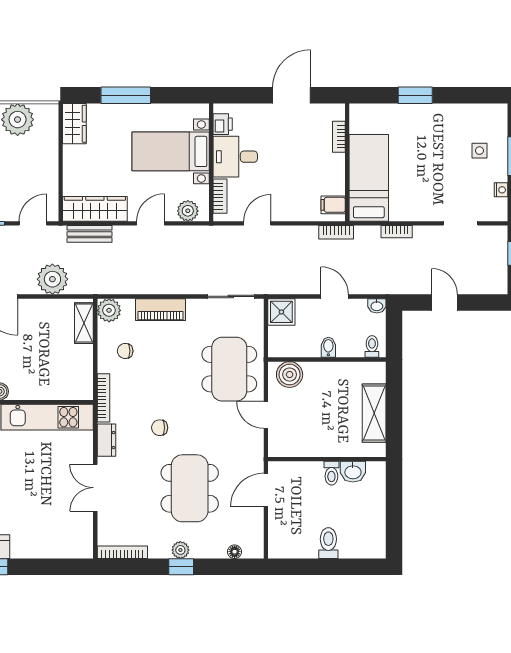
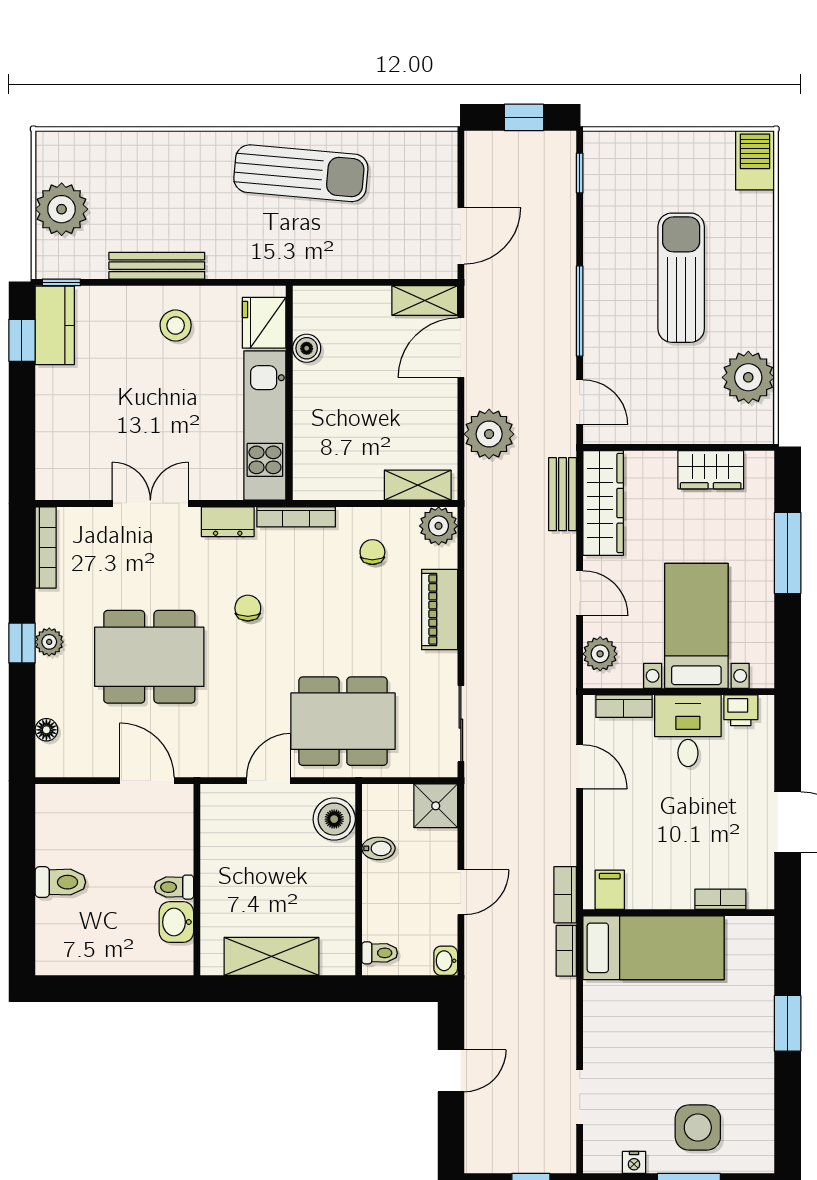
wardrobe: (74, 124) -> (711, 470), moved
side table: (479, 151) -> (698, 1127), width x1.87, depth x1.87
bookcase: (397, 232) -> (566, 951), moved
bidet: (328, 347) -> (378, 848), moved

